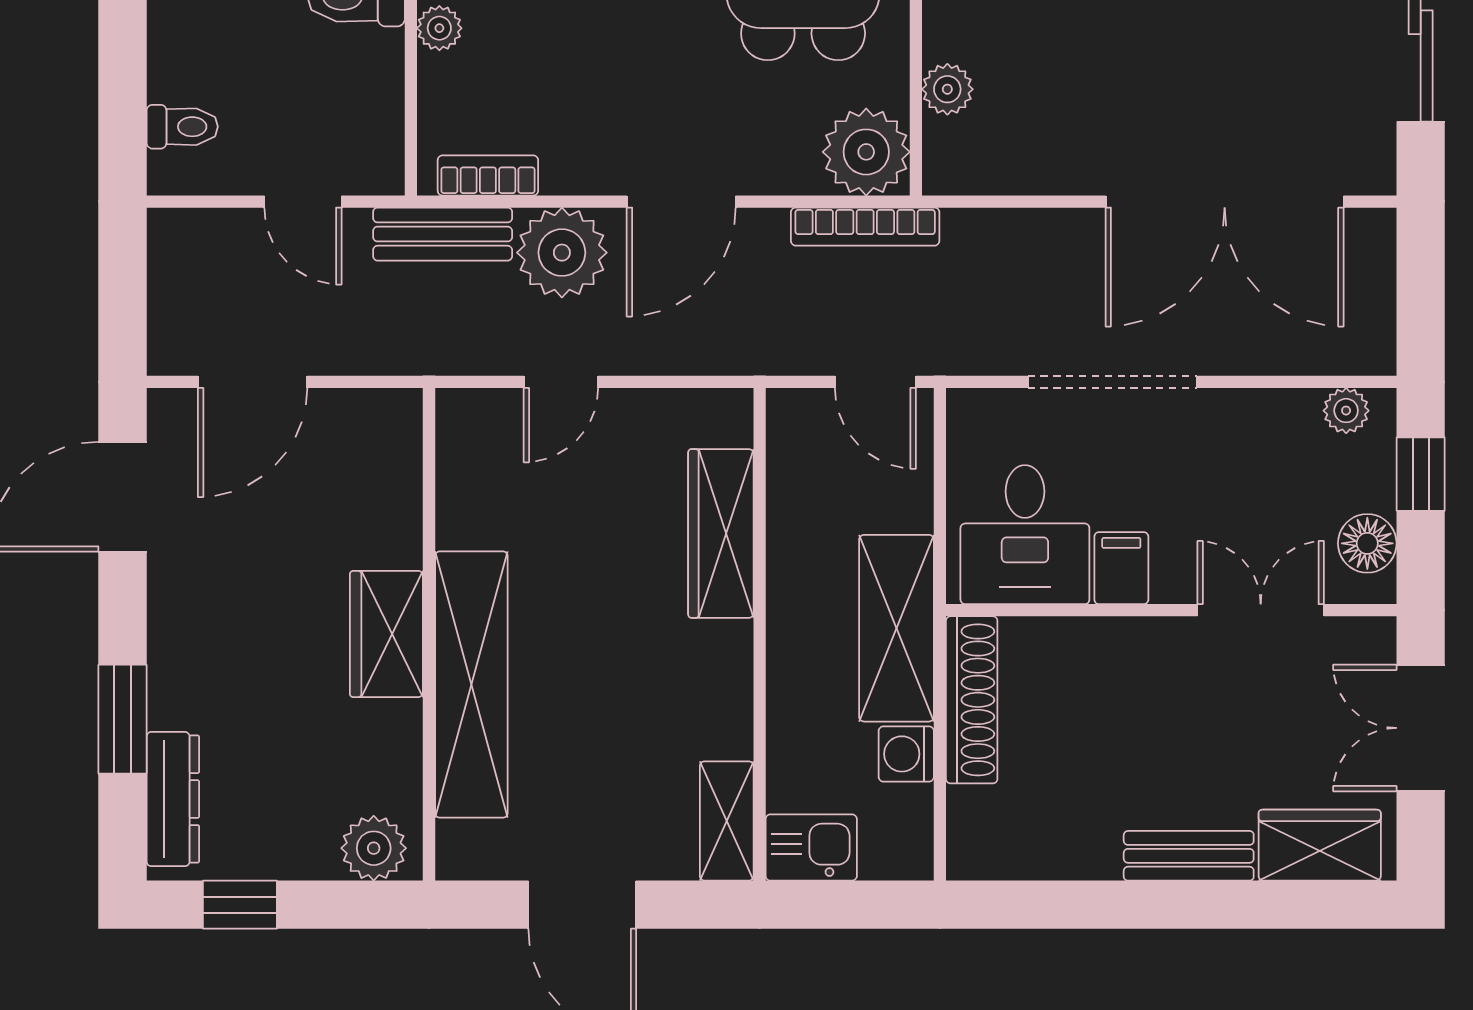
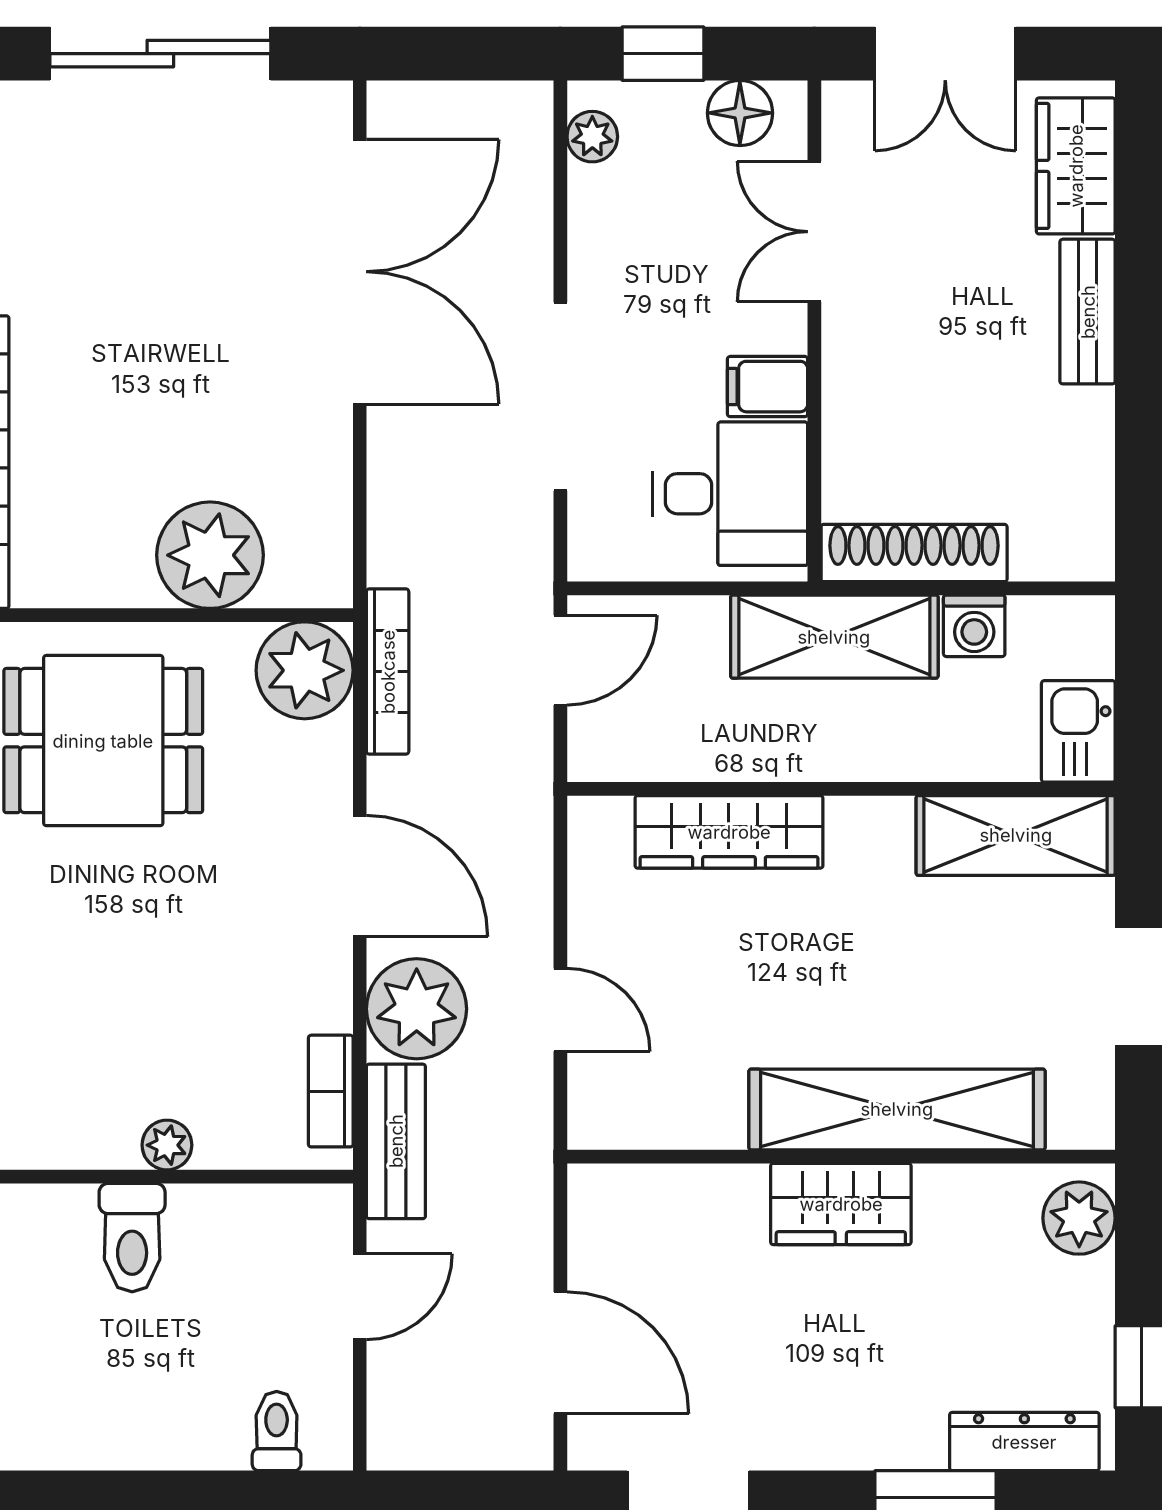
plant: (947, 89) -> (210, 555), width x1.87, depth x1.87
shelving: (727, 821) -> (1016, 835), width x1.50, depth x1.33

